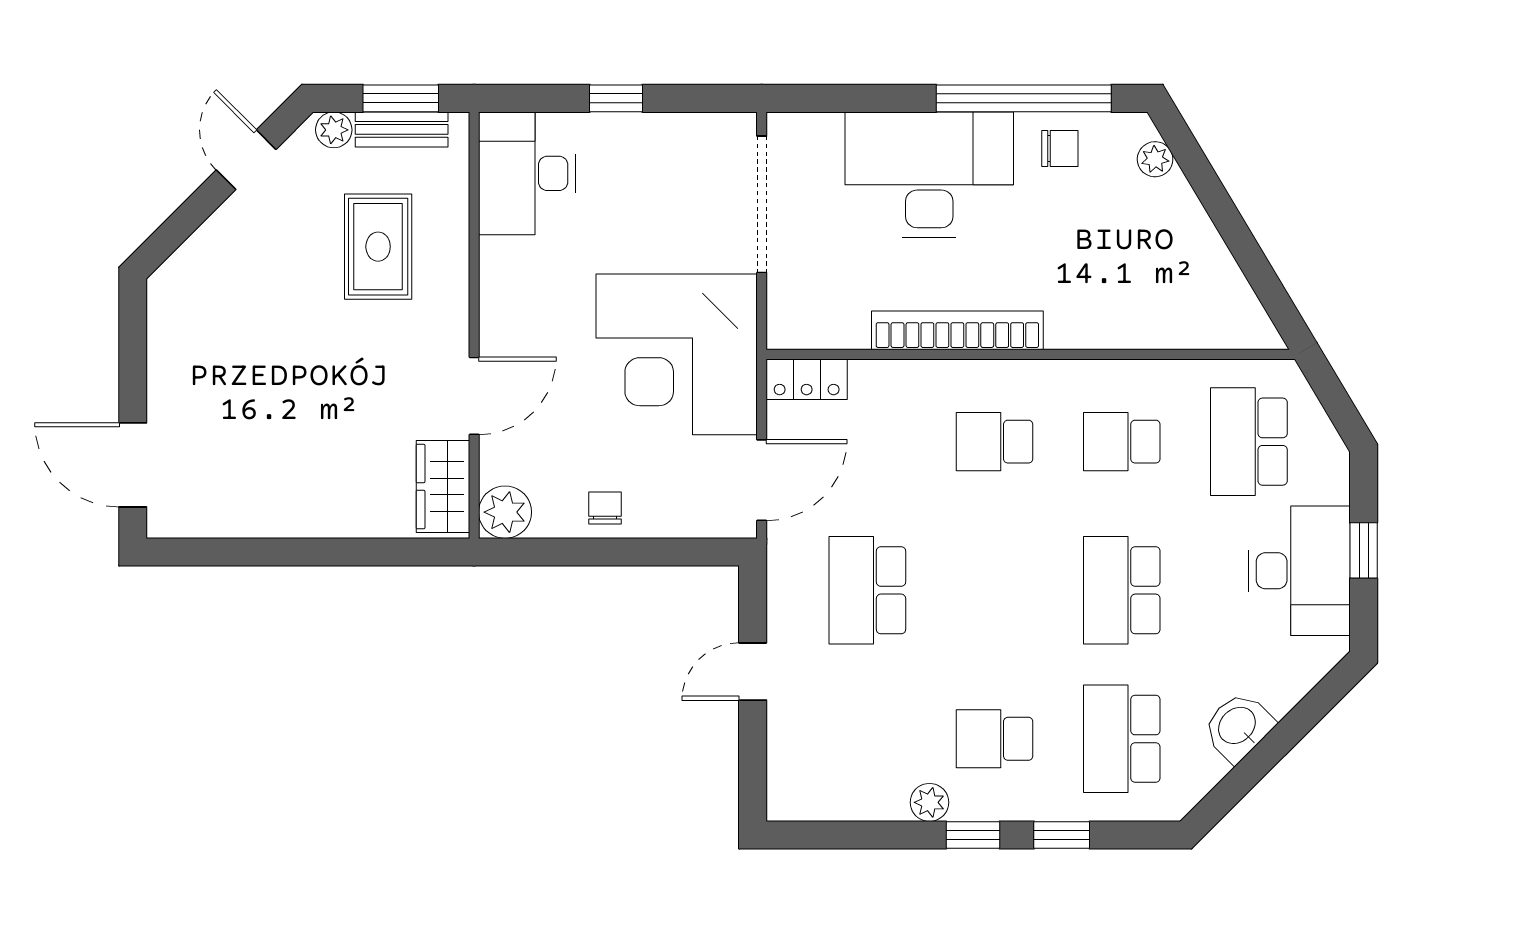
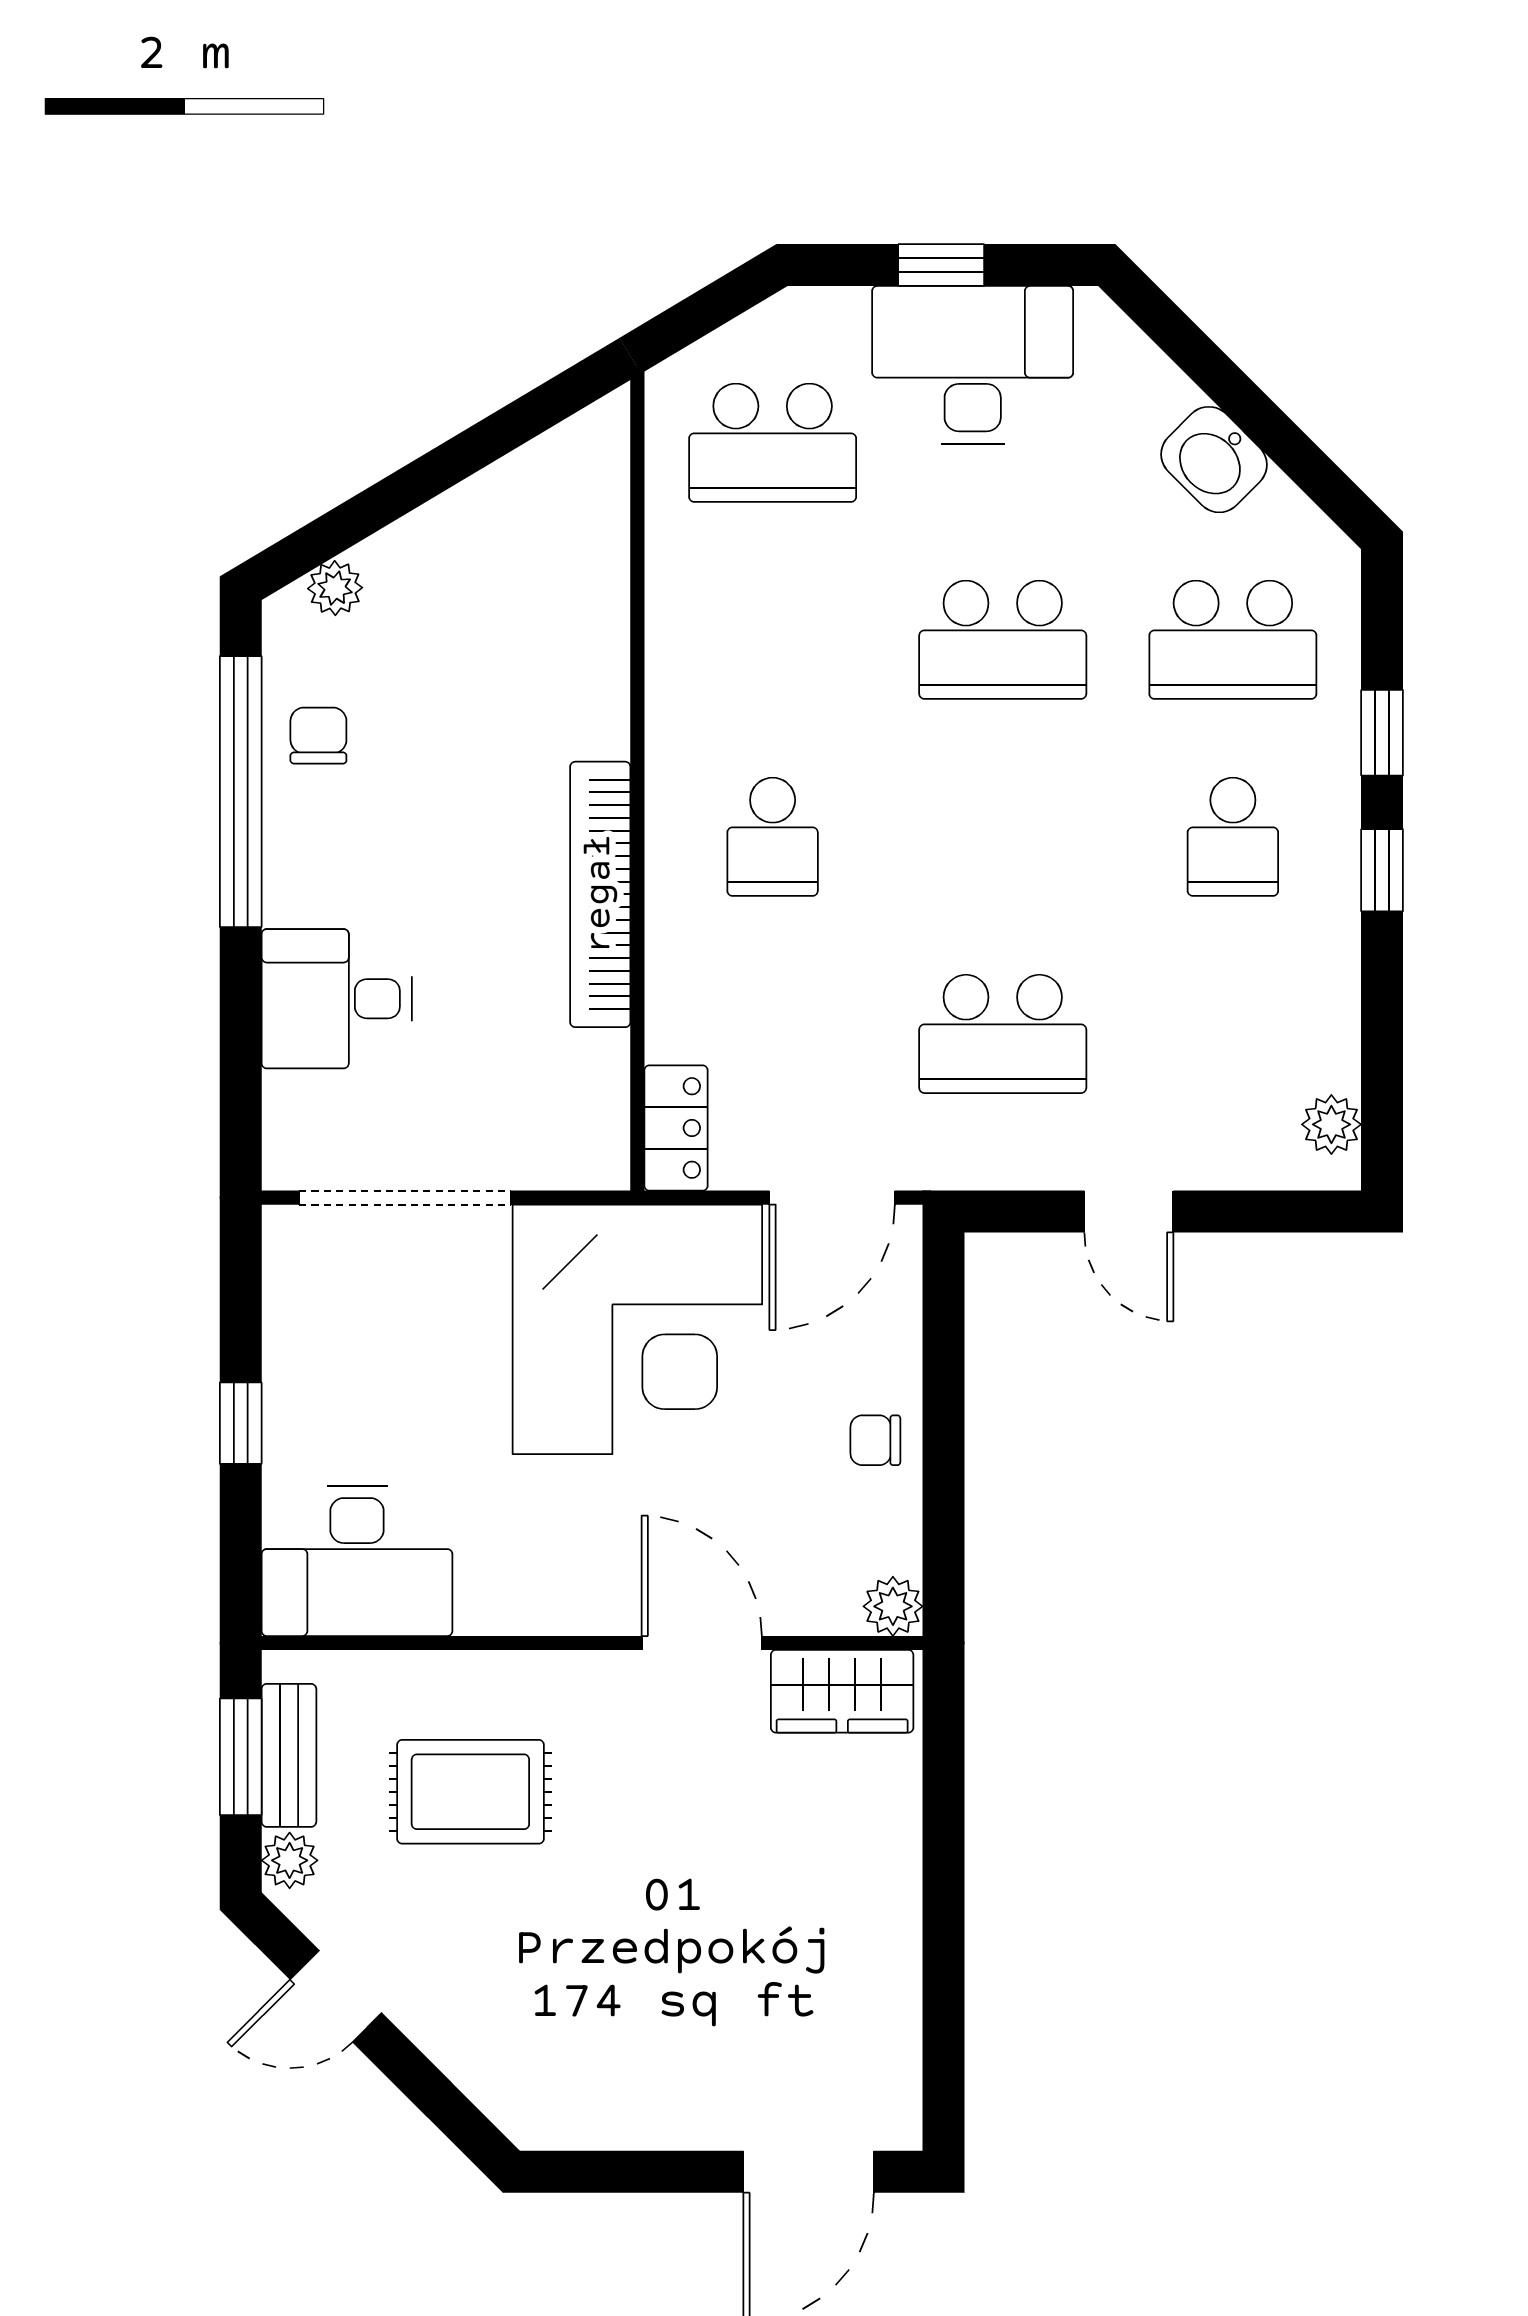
desk: (929, 175) -> (337, 999), width x0.53, depth x0.77
school desk: (1122, 442) -> (773, 640), removed
door: (762, 480) -> (832, 1198), swing flipped
plant: (505, 512) -> (893, 1606), width x0.73, depth x0.73
plant: (929, 802) -> (1331, 1124), moved

